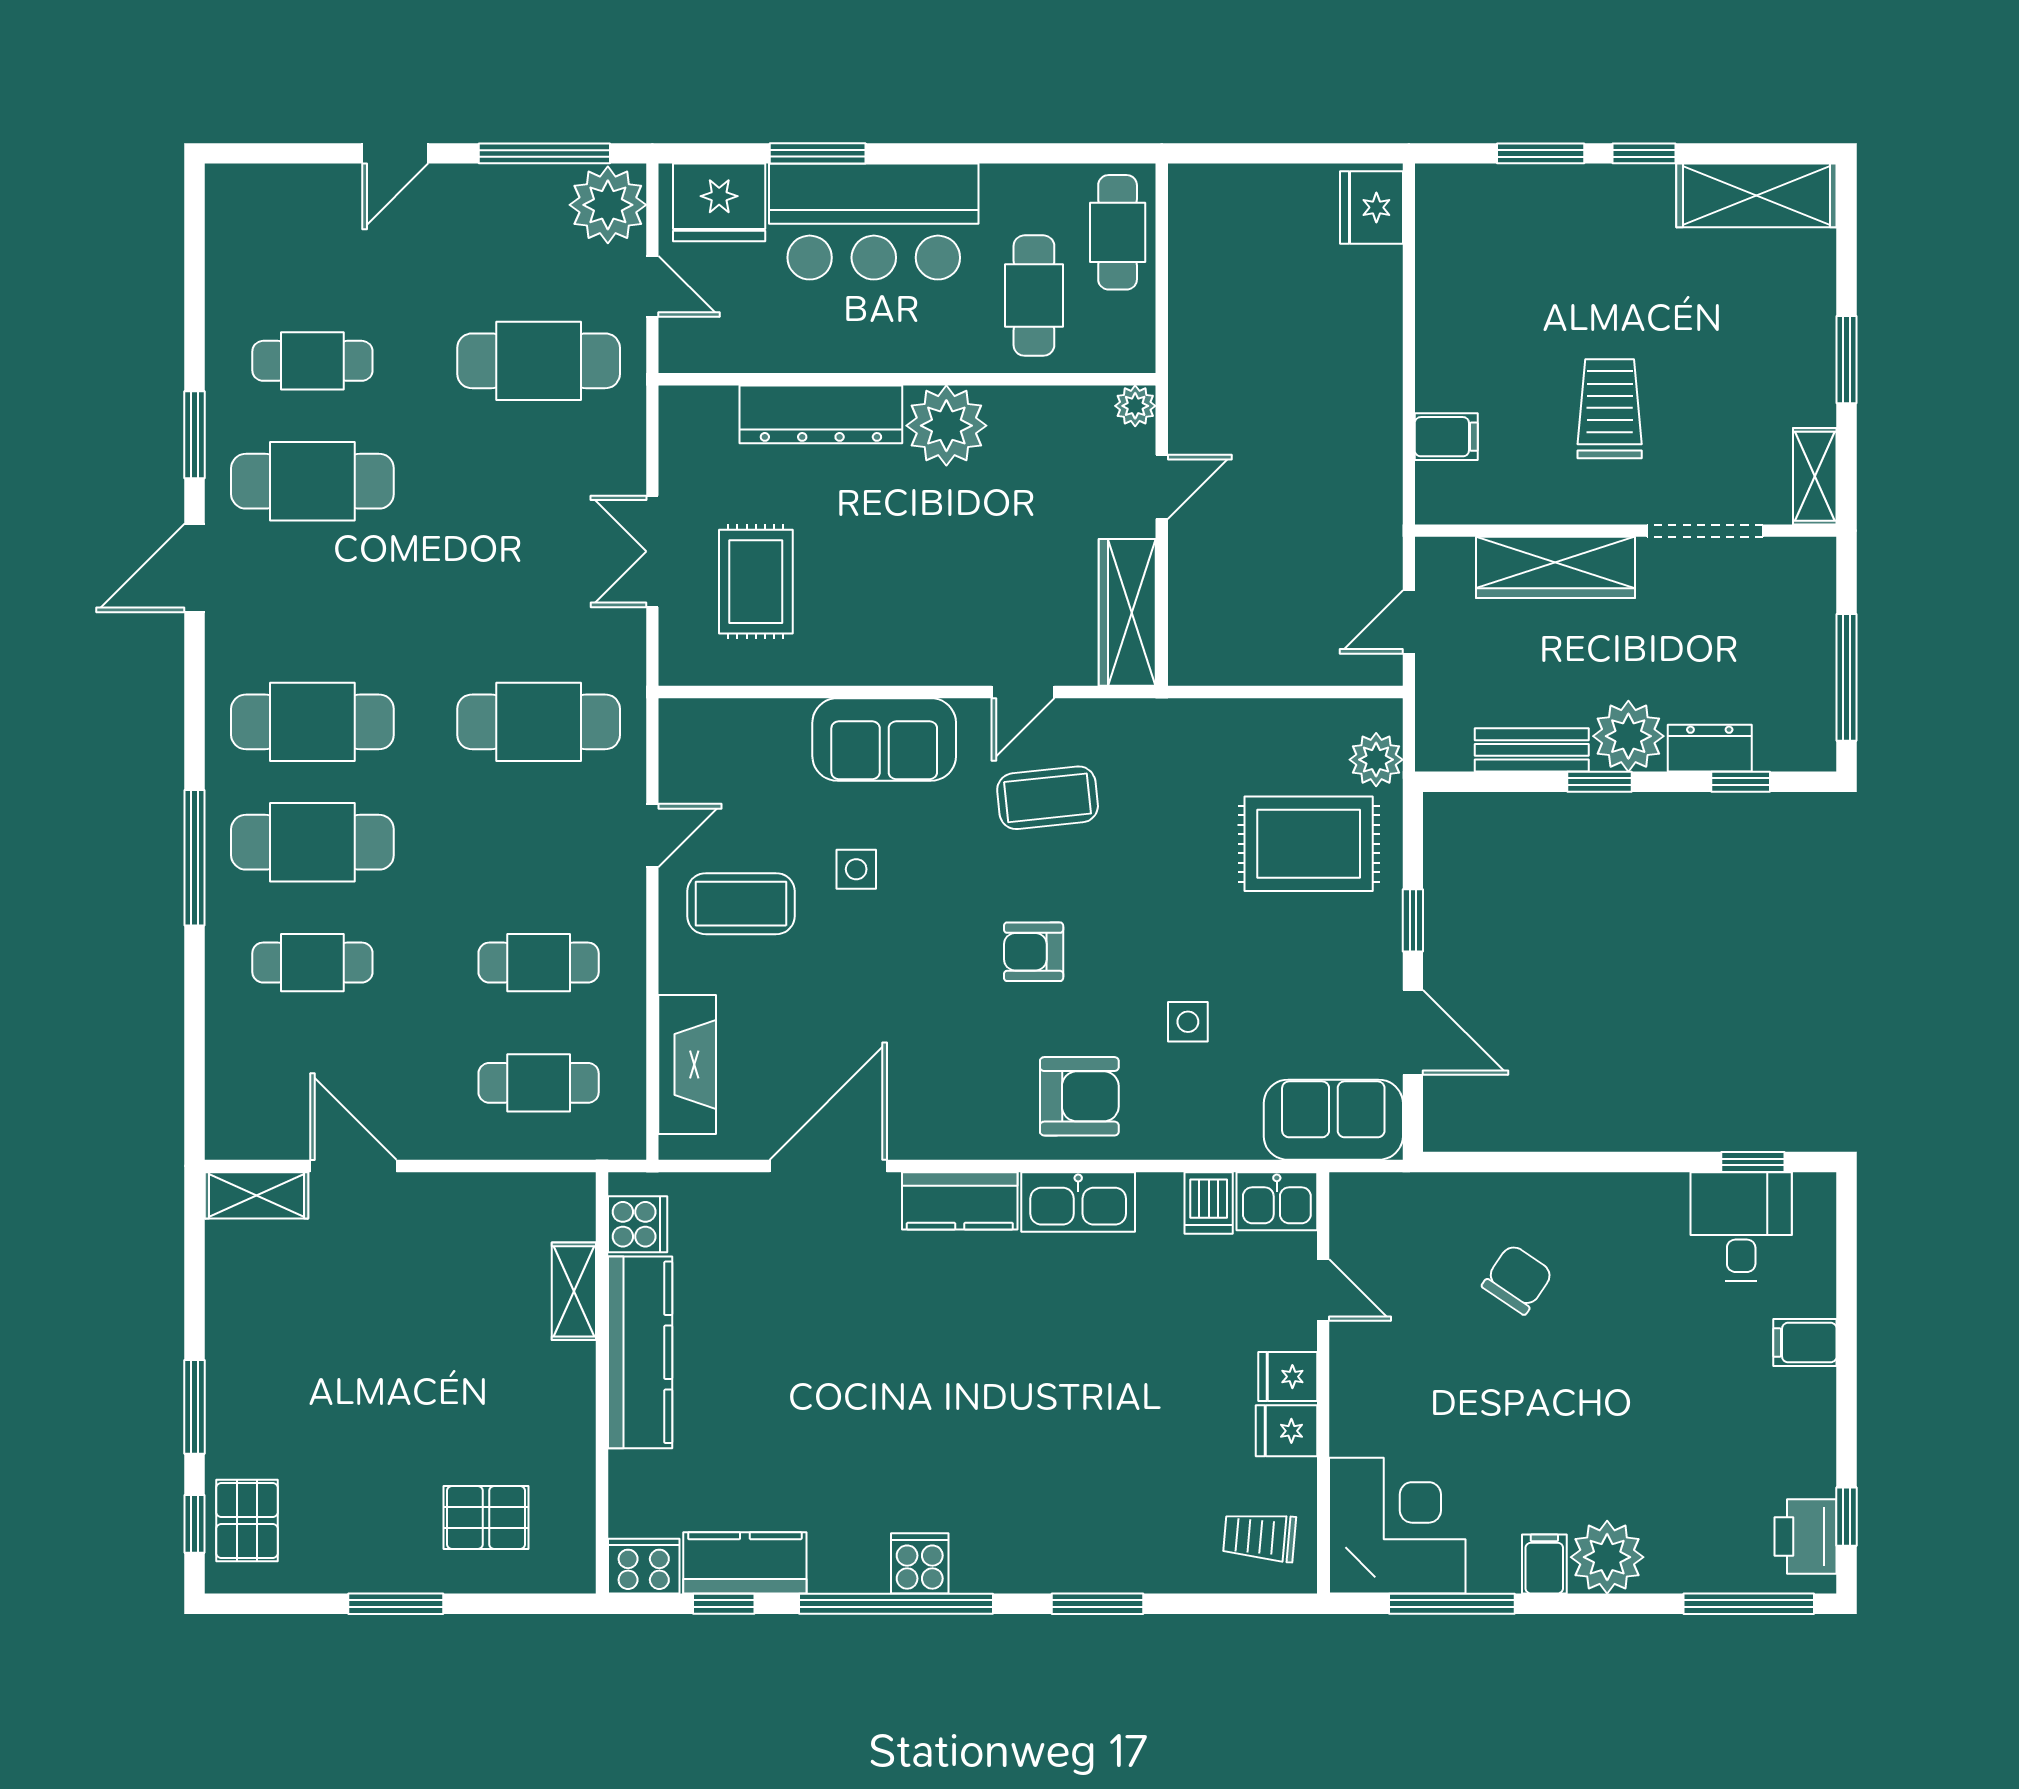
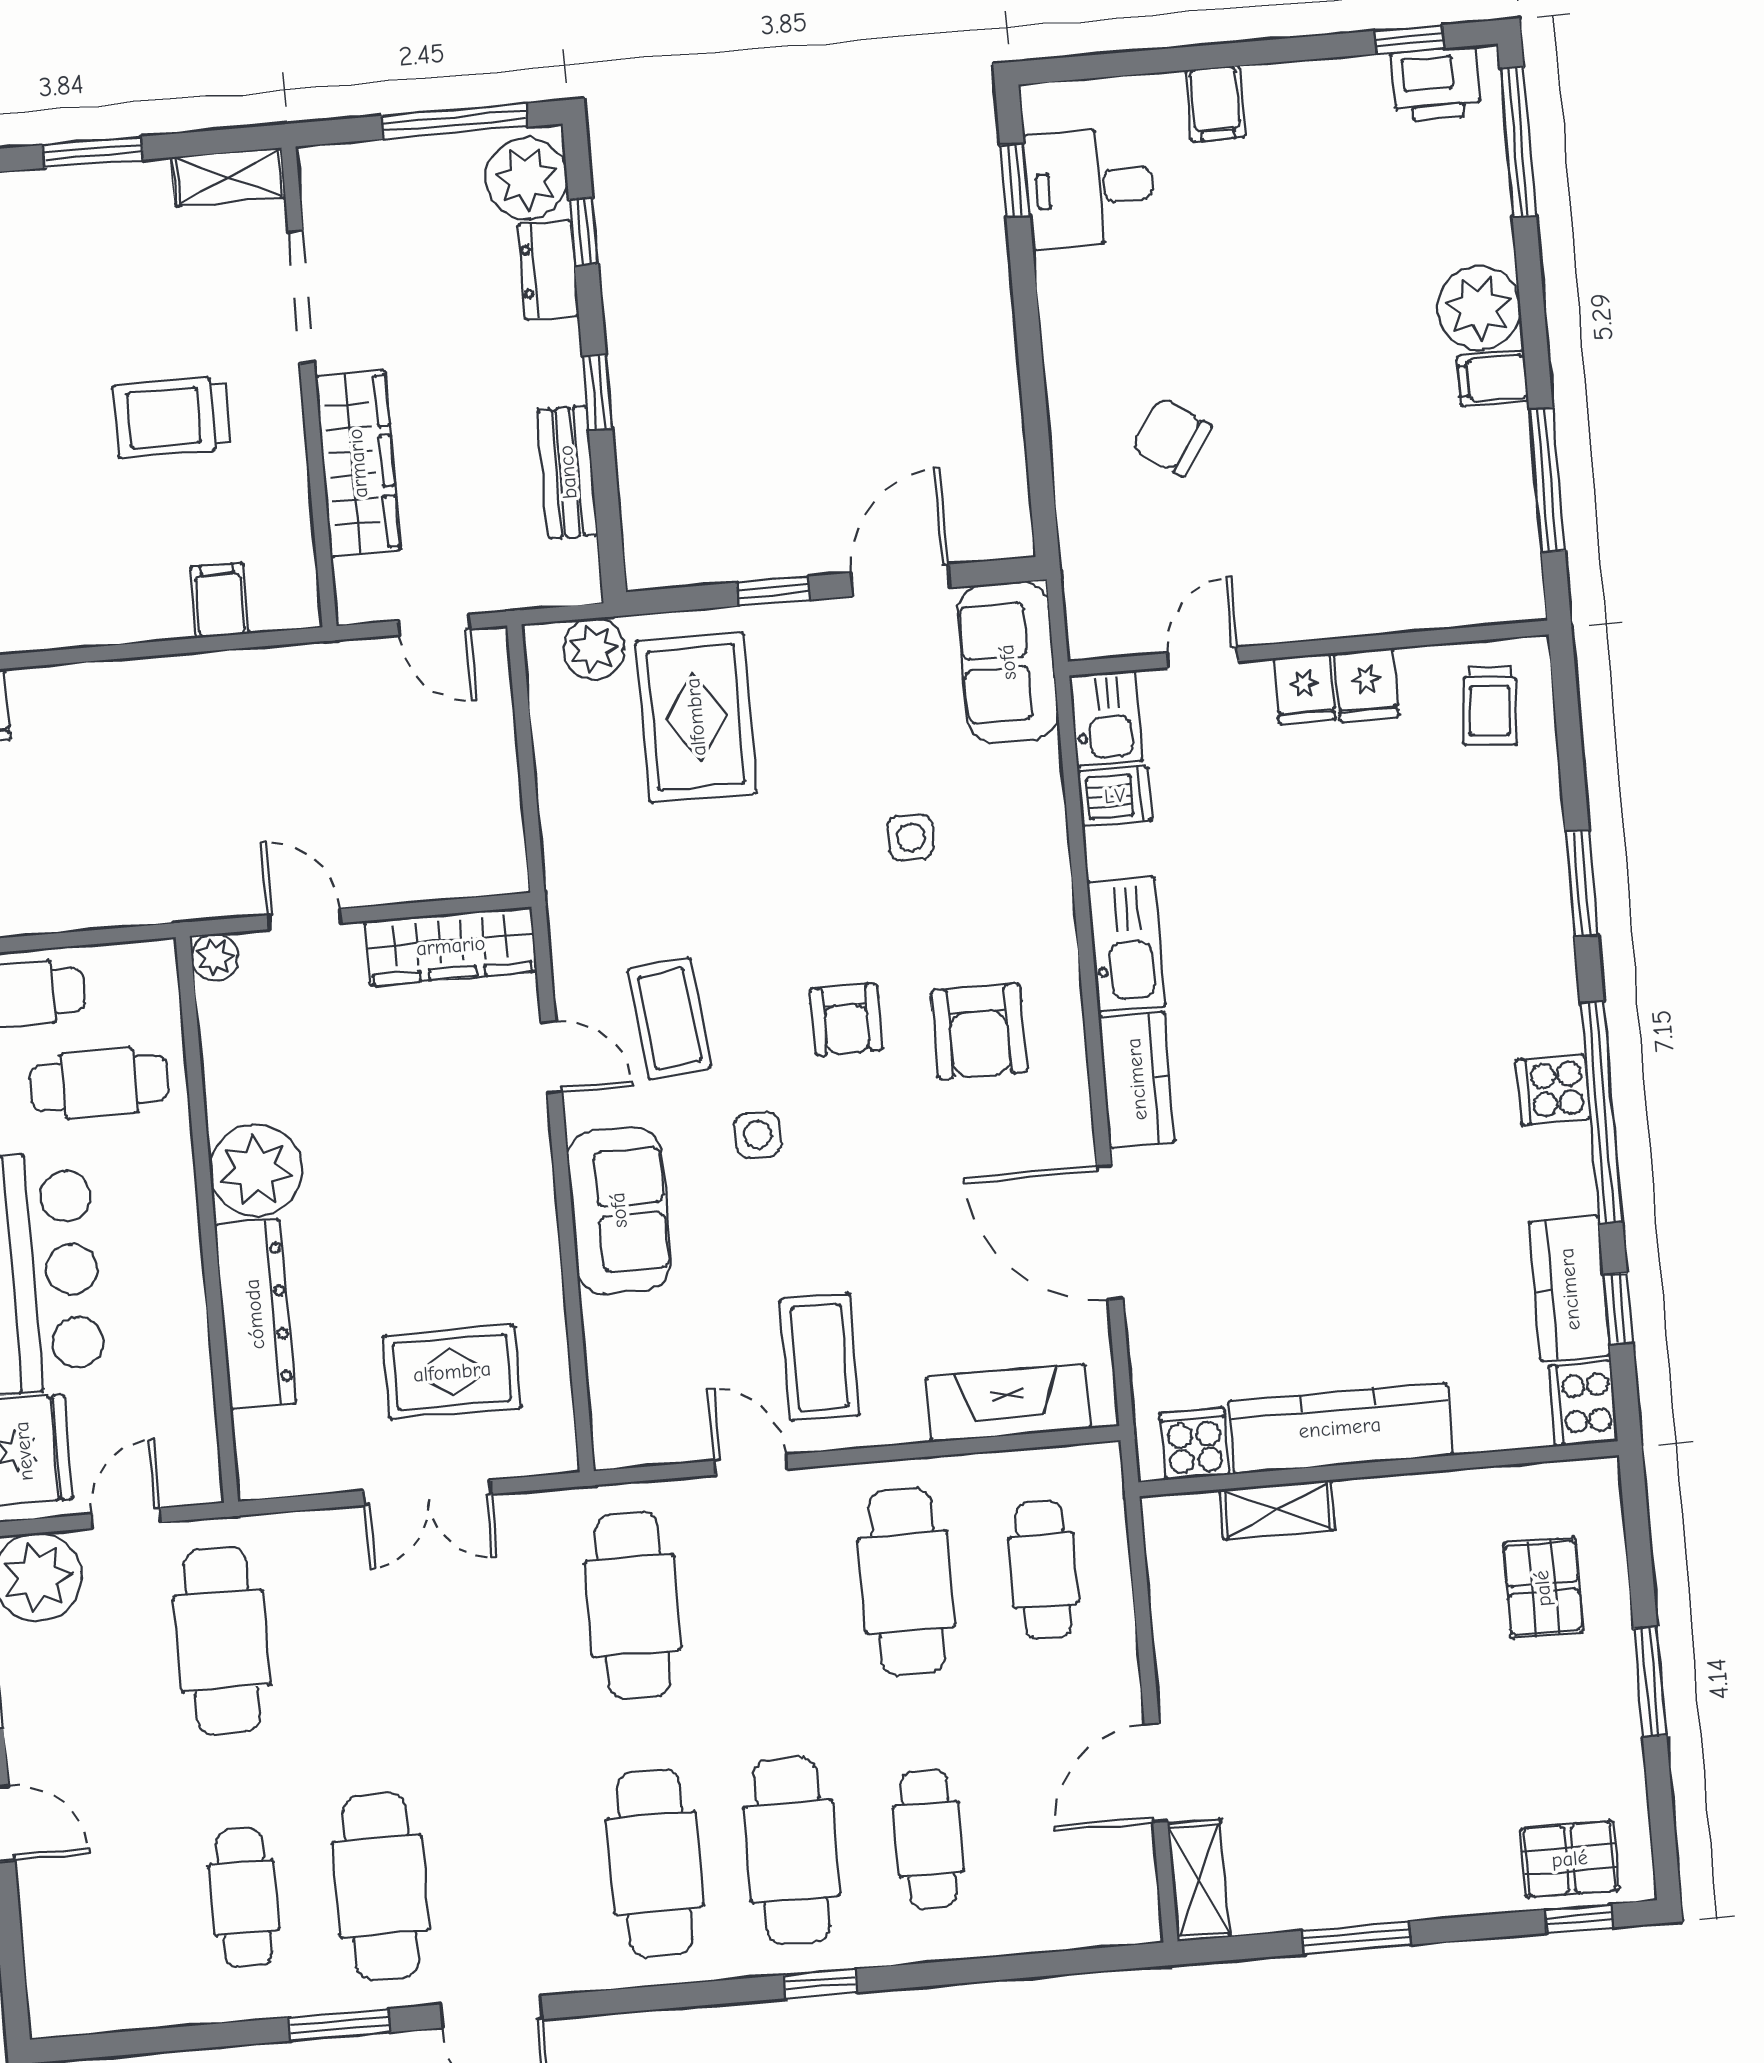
plant: (1628, 736) -> (527, 179), moved
window: (195, 858) -> (821, 1984), width x0.46
side table: (856, 869) -> (758, 1135), moved
cafe table: (539, 963) -> (907, 1582), width x1.37, depth x1.35
armchair: (1079, 1096) -> (979, 1031), moved, turned 180
window: (195, 1407) -> (1356, 1938), moved
corner desk: (1397, 1526) -> (1463, 550), removed

